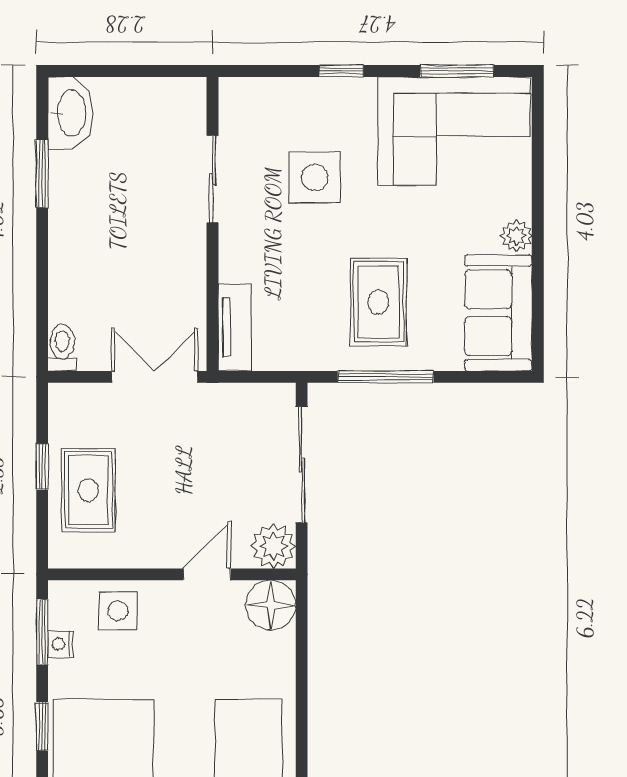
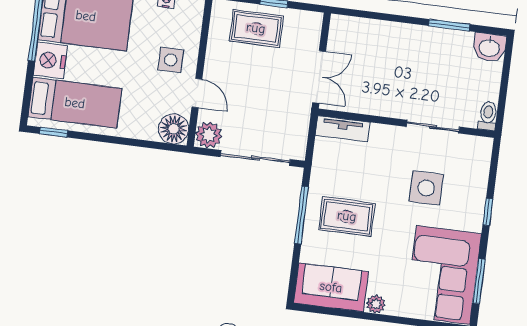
washbasin: (70, 113) -> (489, 47), width x0.72
toilet: (62, 348) -> (488, 116), moved, turned -90
side table: (118, 611) -> (171, 60), moved

